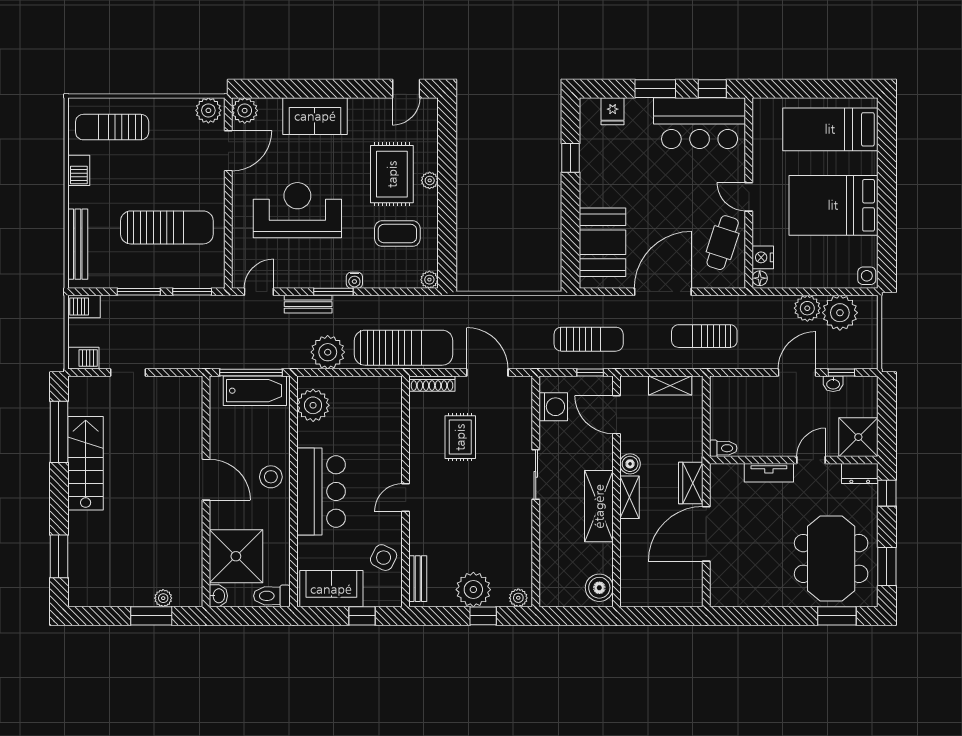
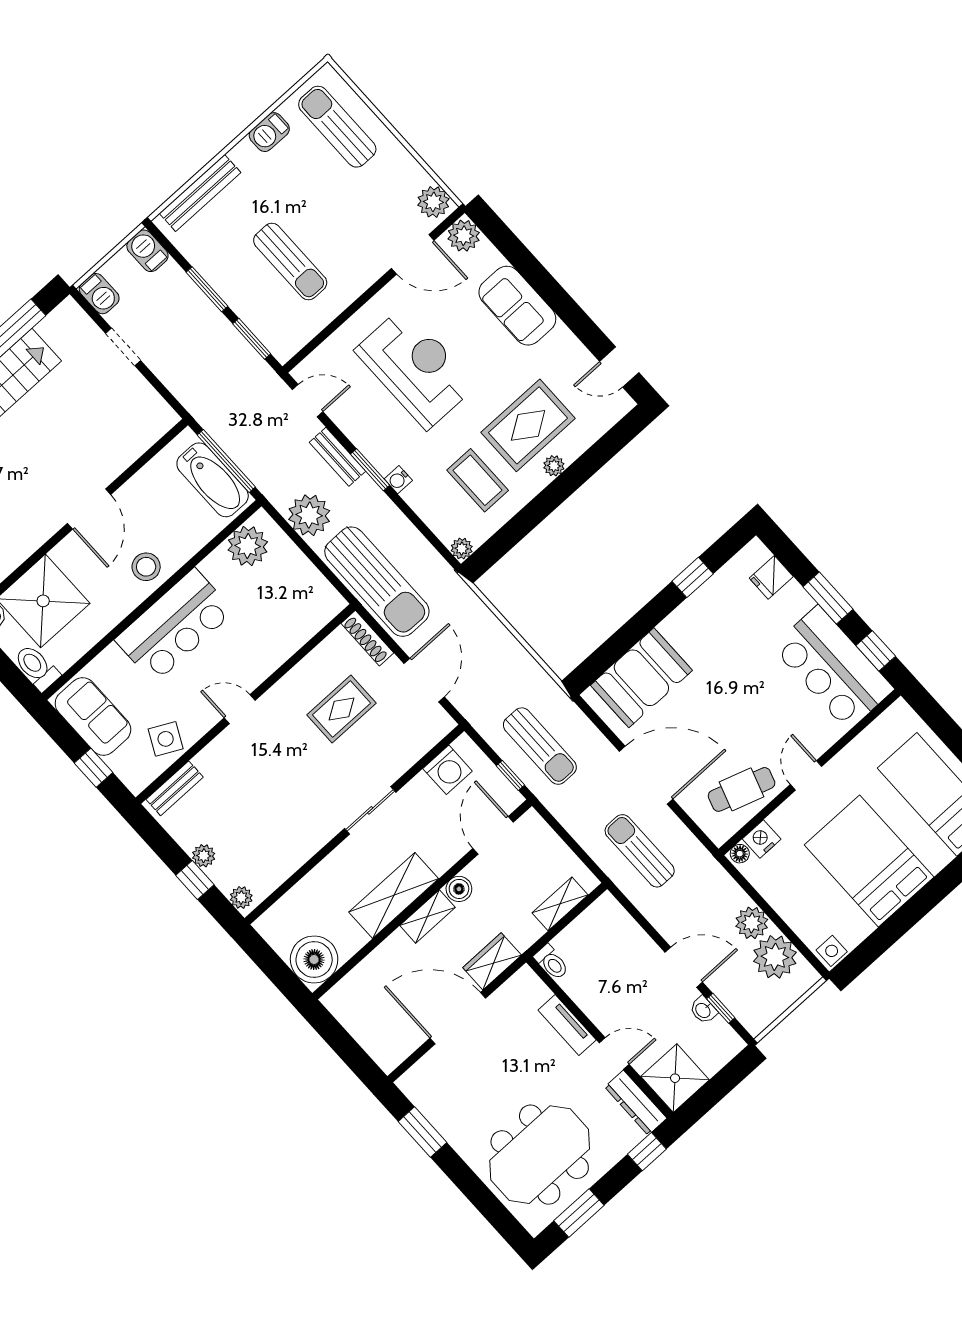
sun lounger: (167, 227) -> (290, 262), width x0.73, depth x0.75
shelving: (670, 386) -> (560, 904), moved, turned 90
dresser: (860, 474) -> (636, 1103), width x1.44
boiler: (599, 588) -> (314, 960), width x1.37, depth x1.37
plant: (473, 590) -> (204, 856), width x0.53, depth x0.53
window: (837, 616) -> (423, 1132), moved

